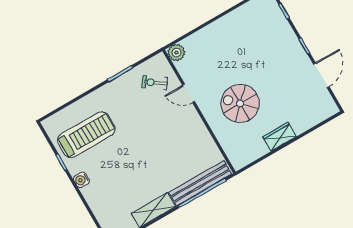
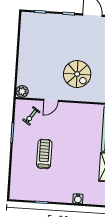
spiral stairs: (240, 103) -> (77, 74), turned -90
treadmill: (86, 135) -> (44, 154), moved, width x0.73, depth x0.73
water cooler: (81, 180) -> (78, 199), moved

